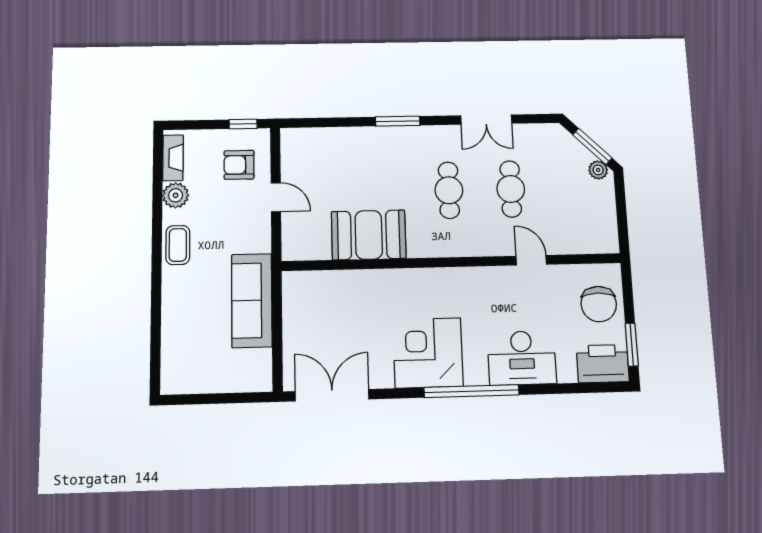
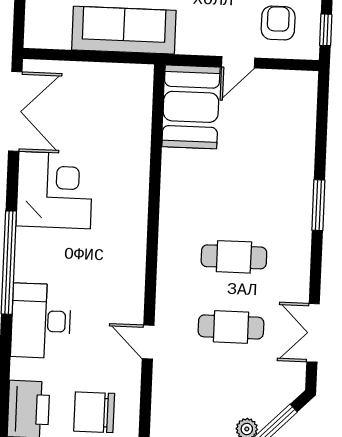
double door: (486, 120) -> (313, 333), moved
booth: (369, 235) -> (191, 107), moved
door: (531, 260) -> (148, 342), swing flipped
corner desk: (428, 353) -> (55, 190), moved

